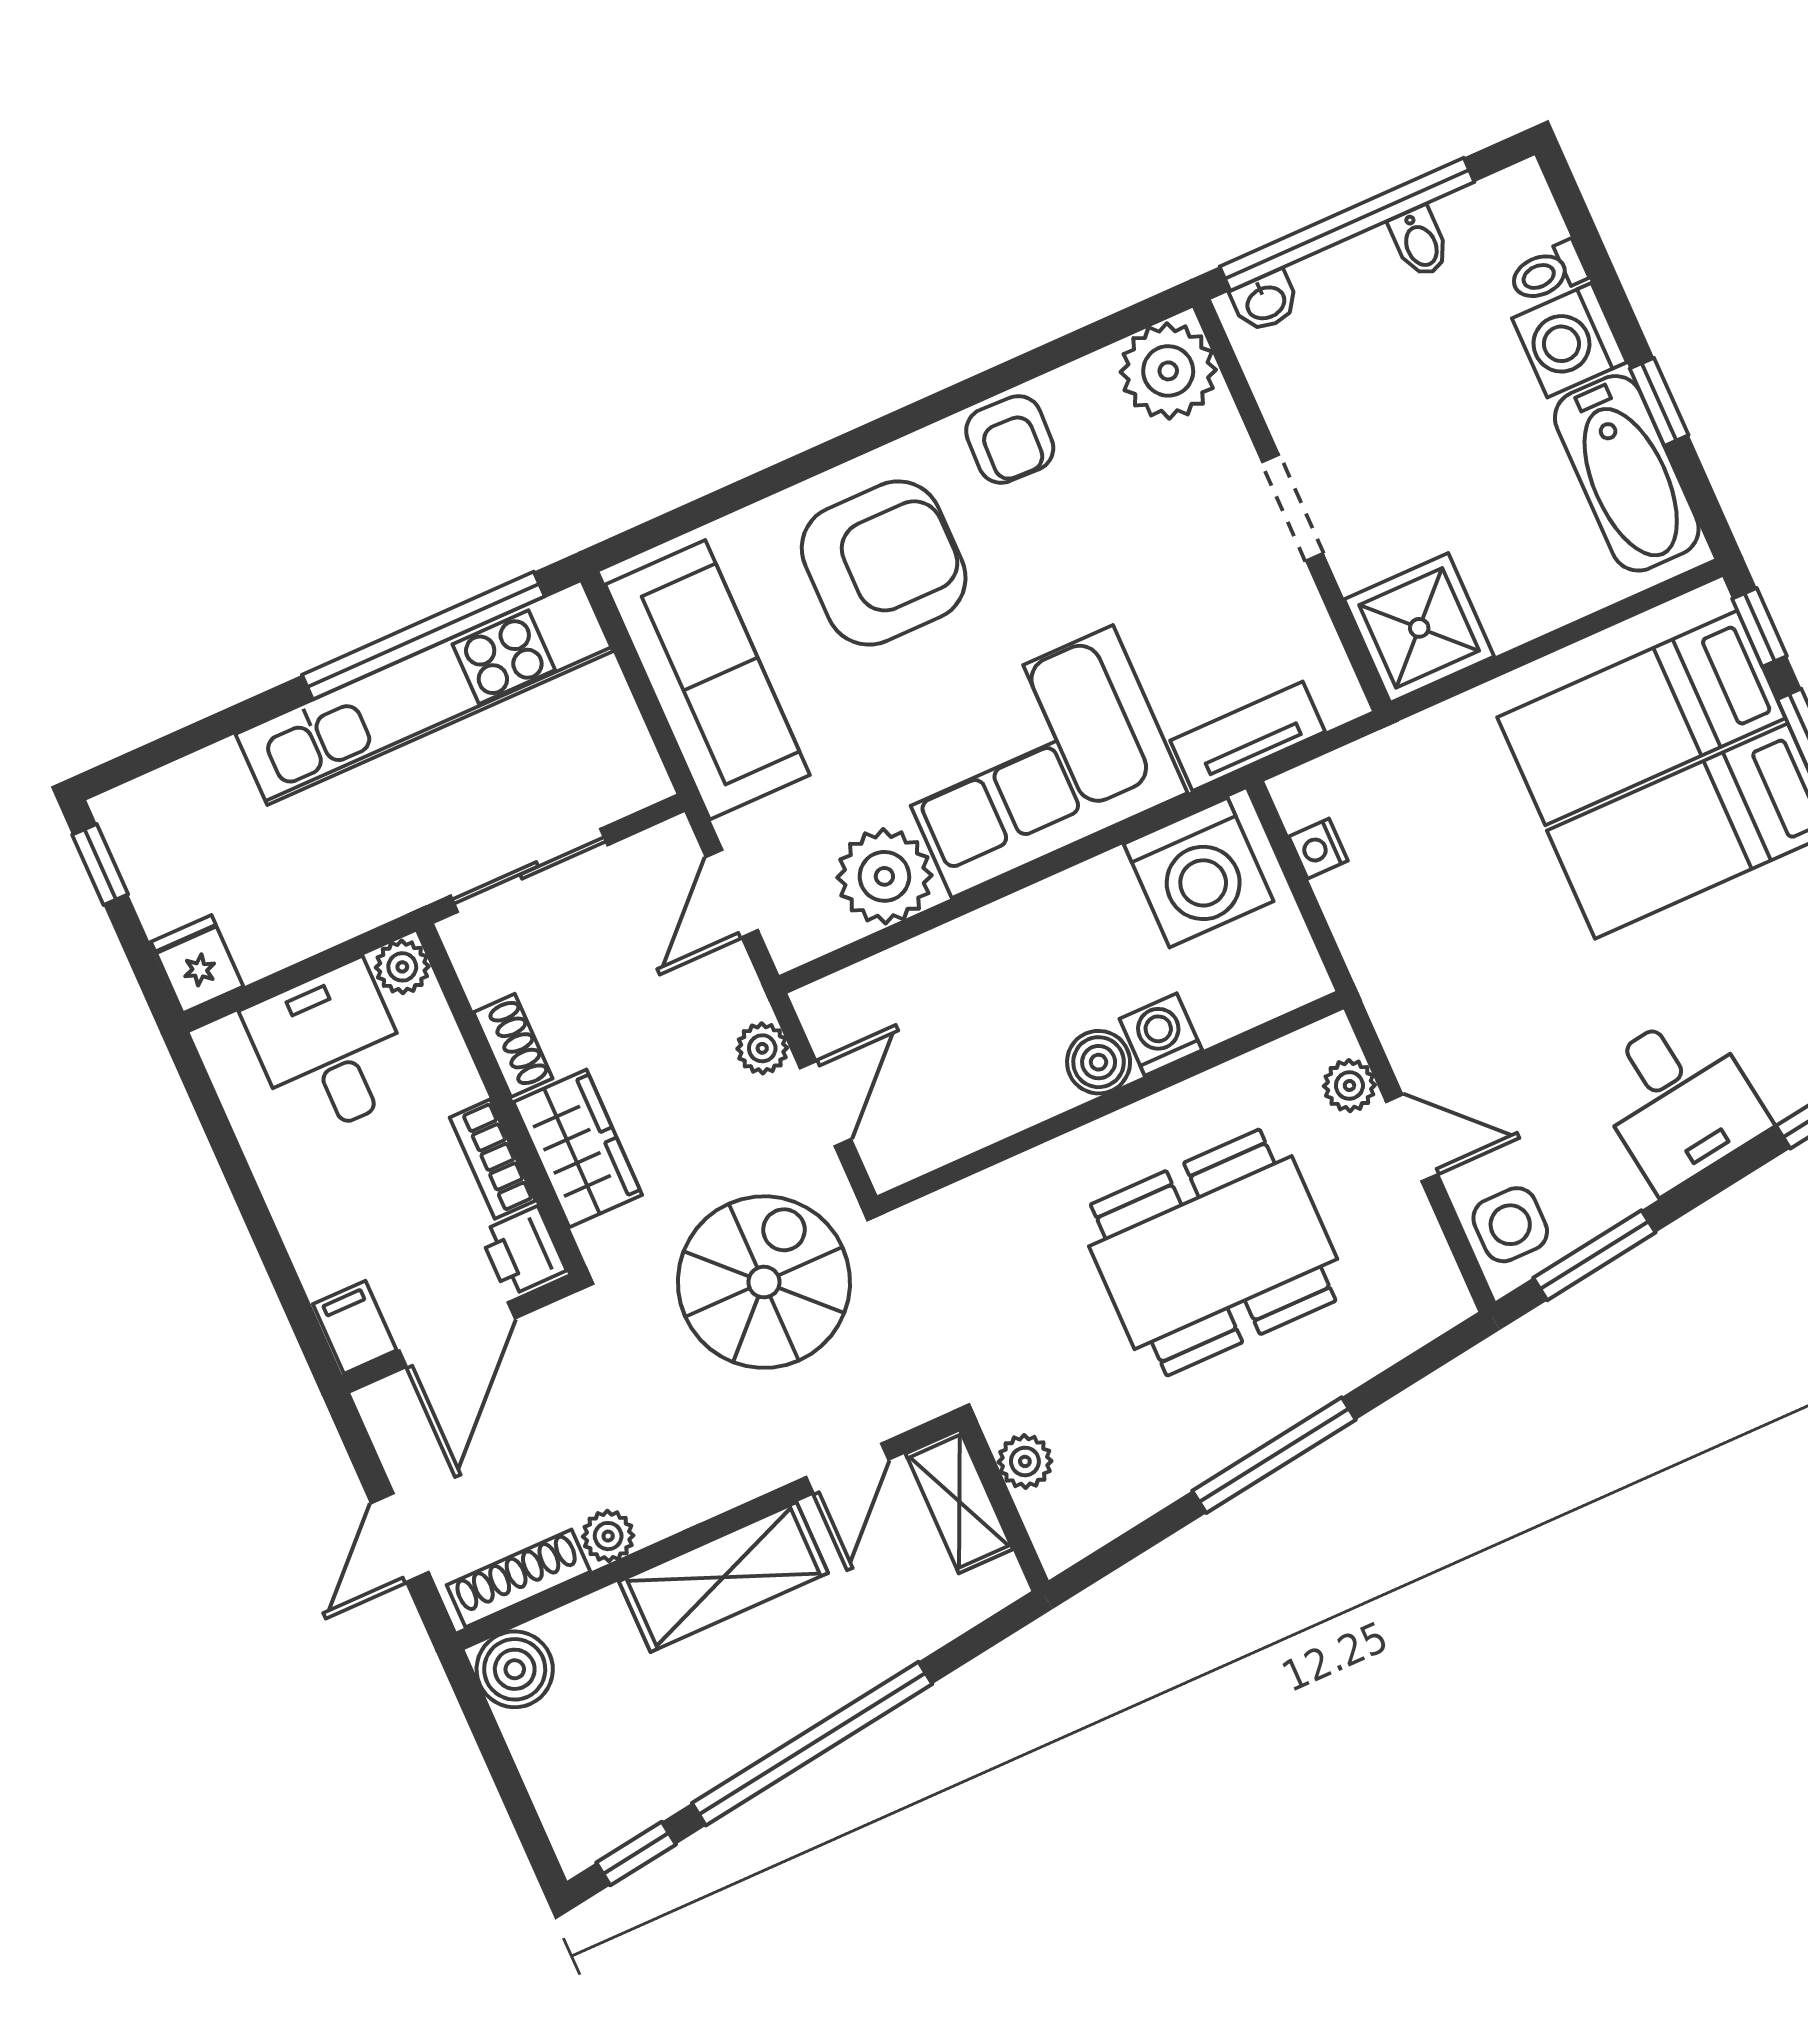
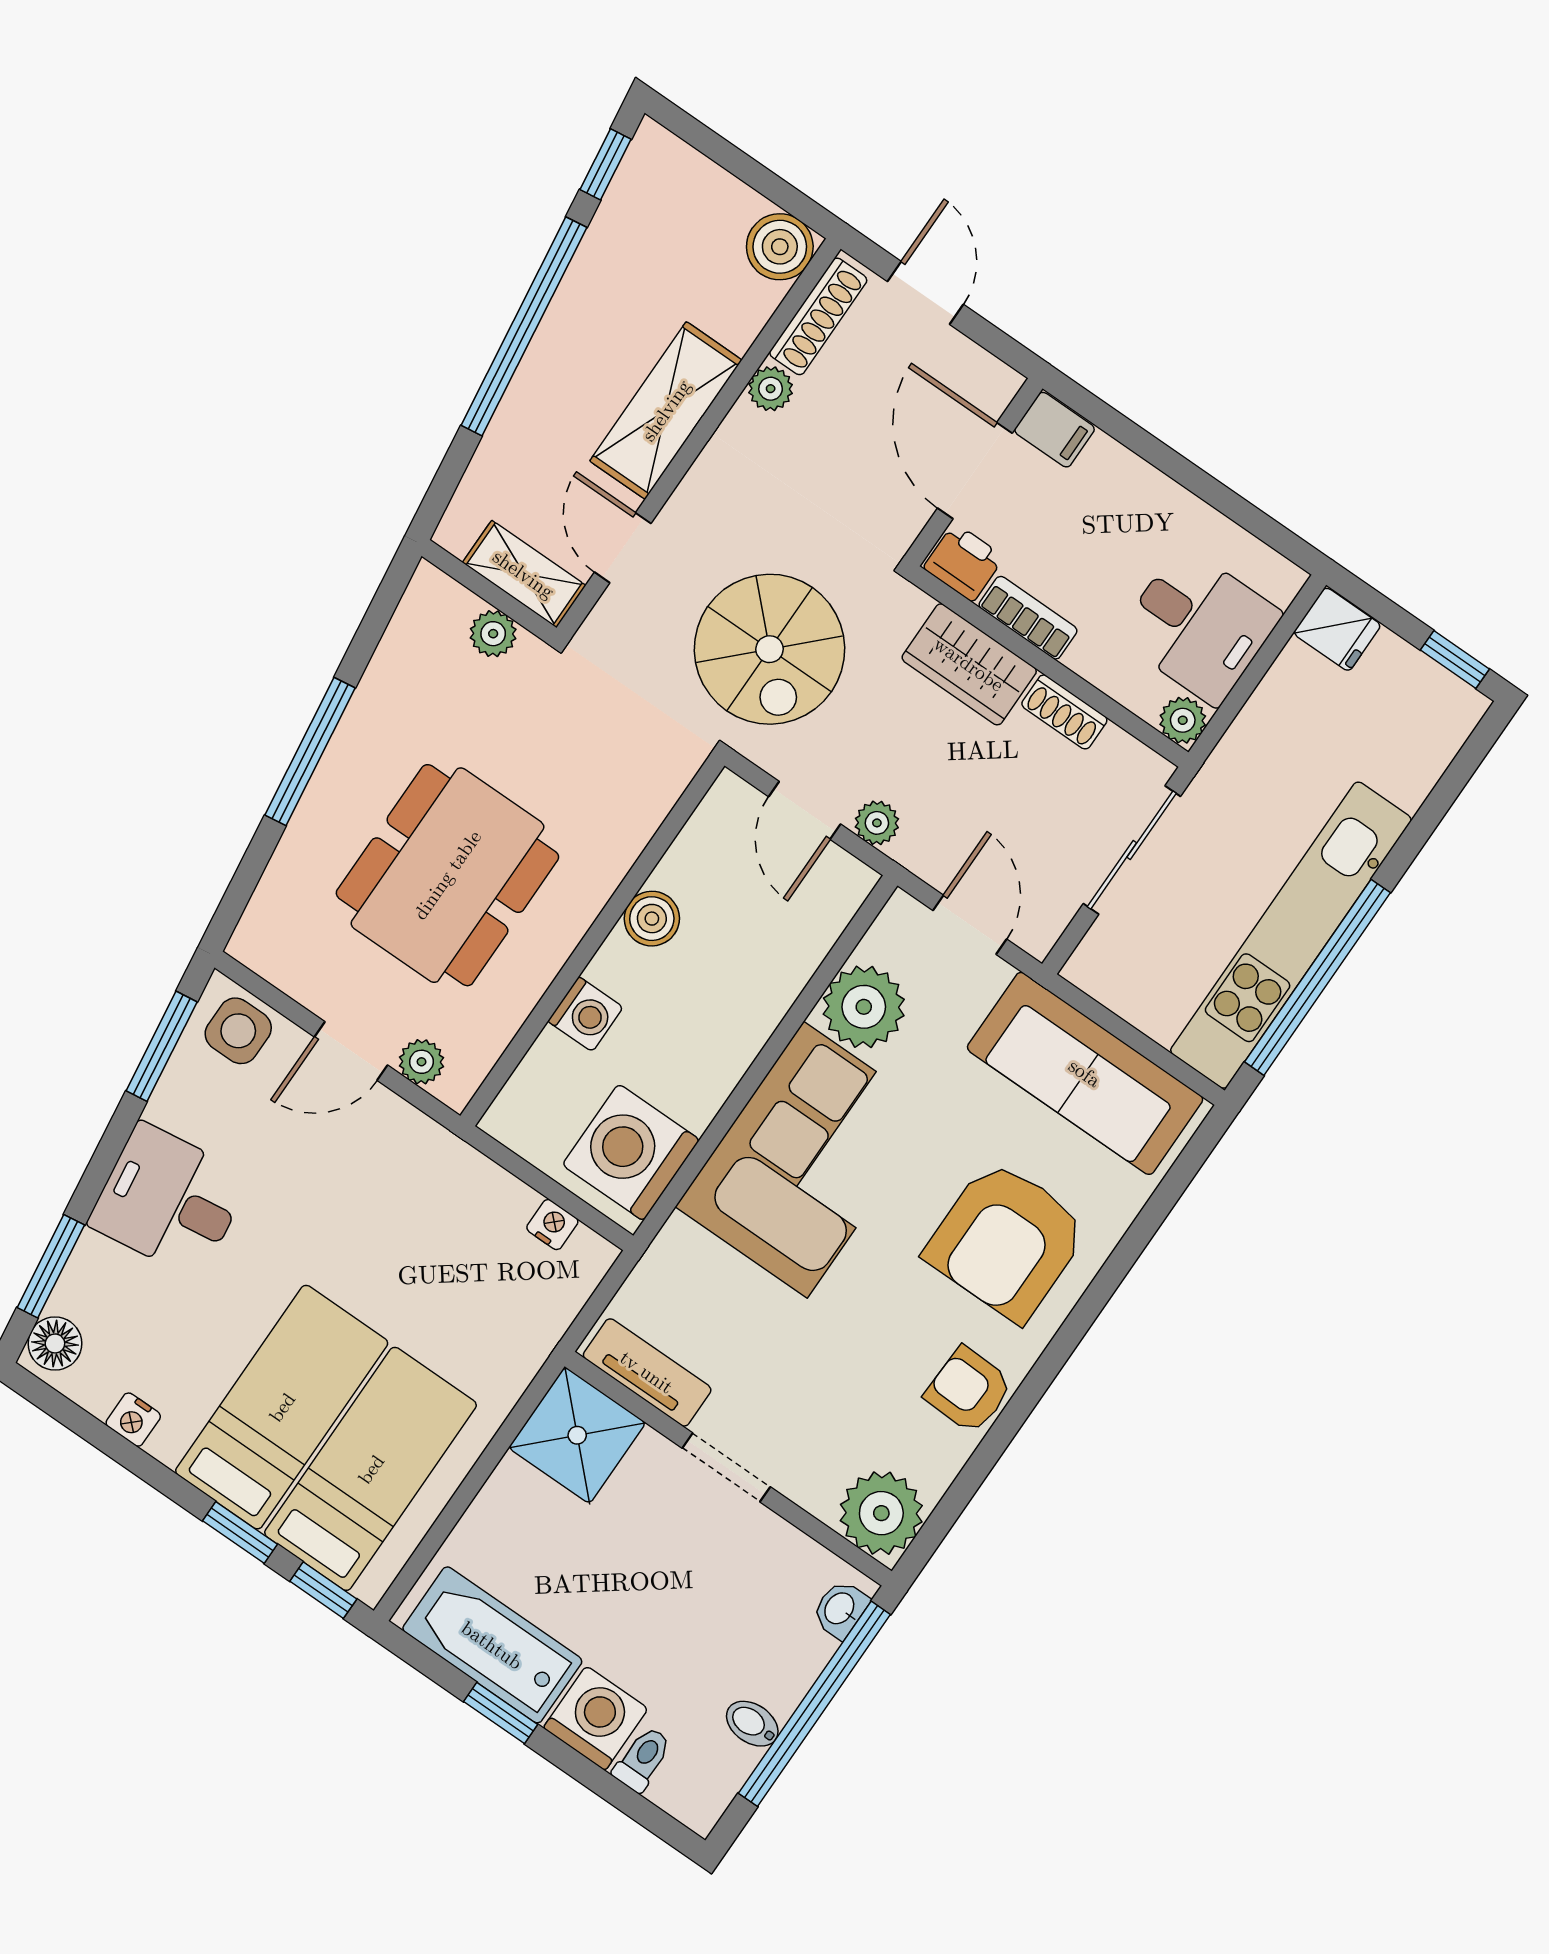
tv unit: (1248, 736) -> (647, 1372), moved, turned -90
boiler: (1099, 1062) -> (652, 919), moved

